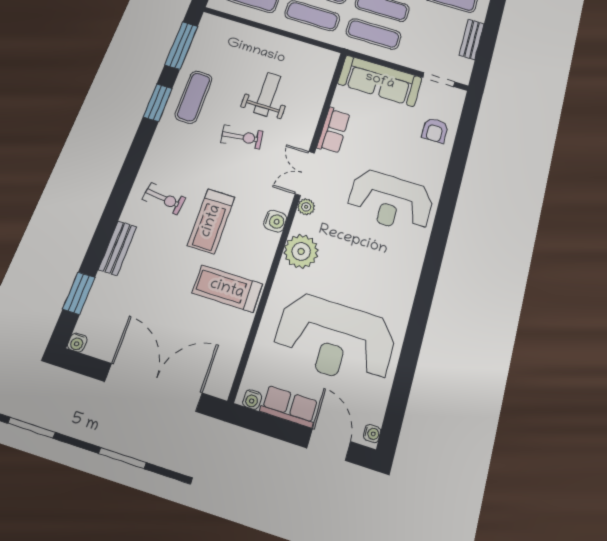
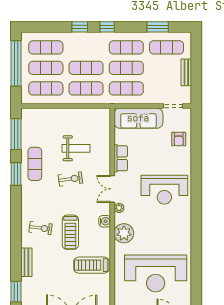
weight bench: (267, 94) -> (76, 148), turned 90

